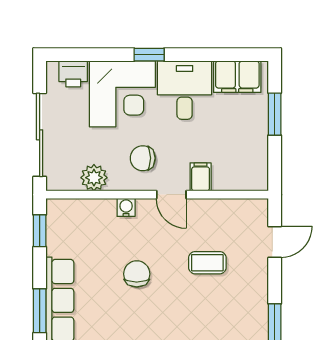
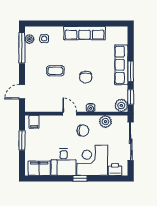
window: (275, 114) -> (22, 140), moved
filing cabinet: (201, 177) -> (34, 122), moved
plant: (60, 212) -> (121, 105), added
coffee table: (207, 263) -> (55, 71), moved
window: (40, 311) -> (131, 71), moved

